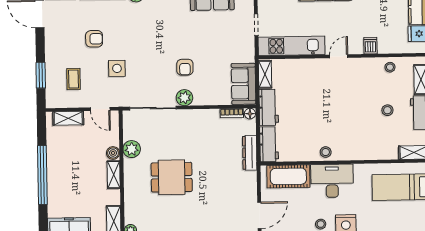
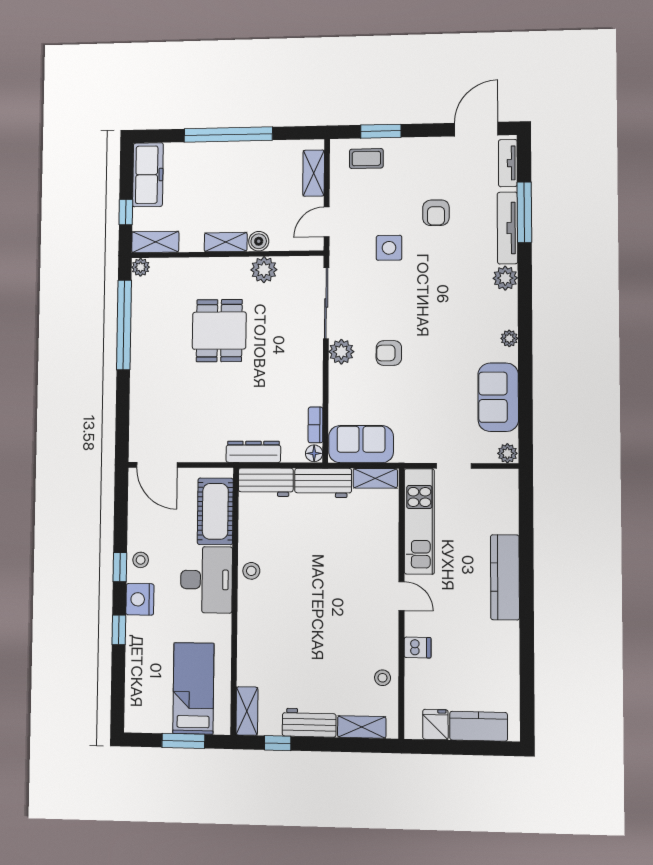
coffee table: (73, 79) -> (366, 159), moved
stool: (387, 110) -> (314, 671), removed

